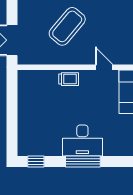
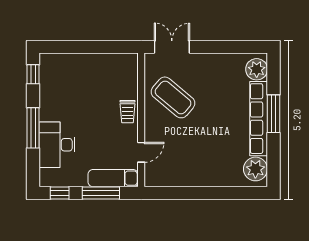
coffee table: (67, 26) -> (173, 97), moved
desk: (82, 141) -> (57, 145), moved

